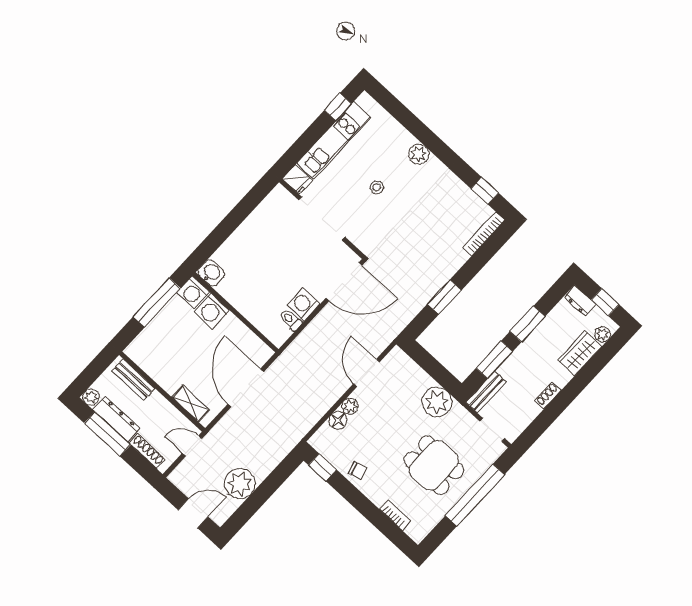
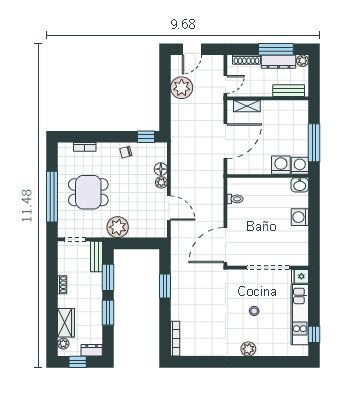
window: (485, 191) -> (195, 362), removed
washing machine: (304, 305) -> (300, 217), moved, turned 180
door: (246, 388) -> (225, 141), hinge flipped

